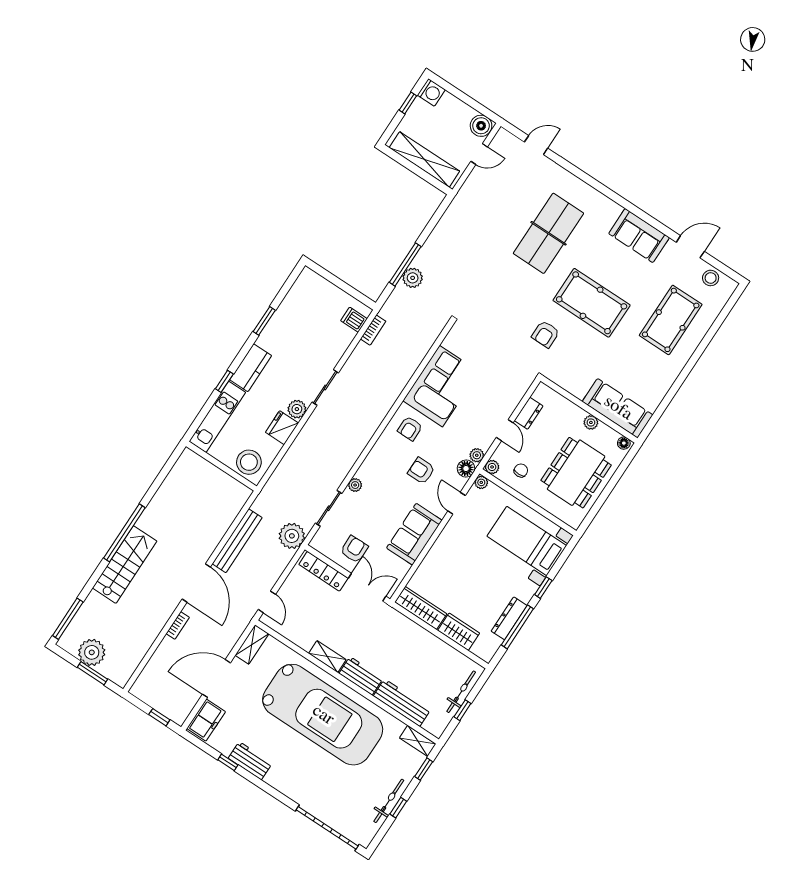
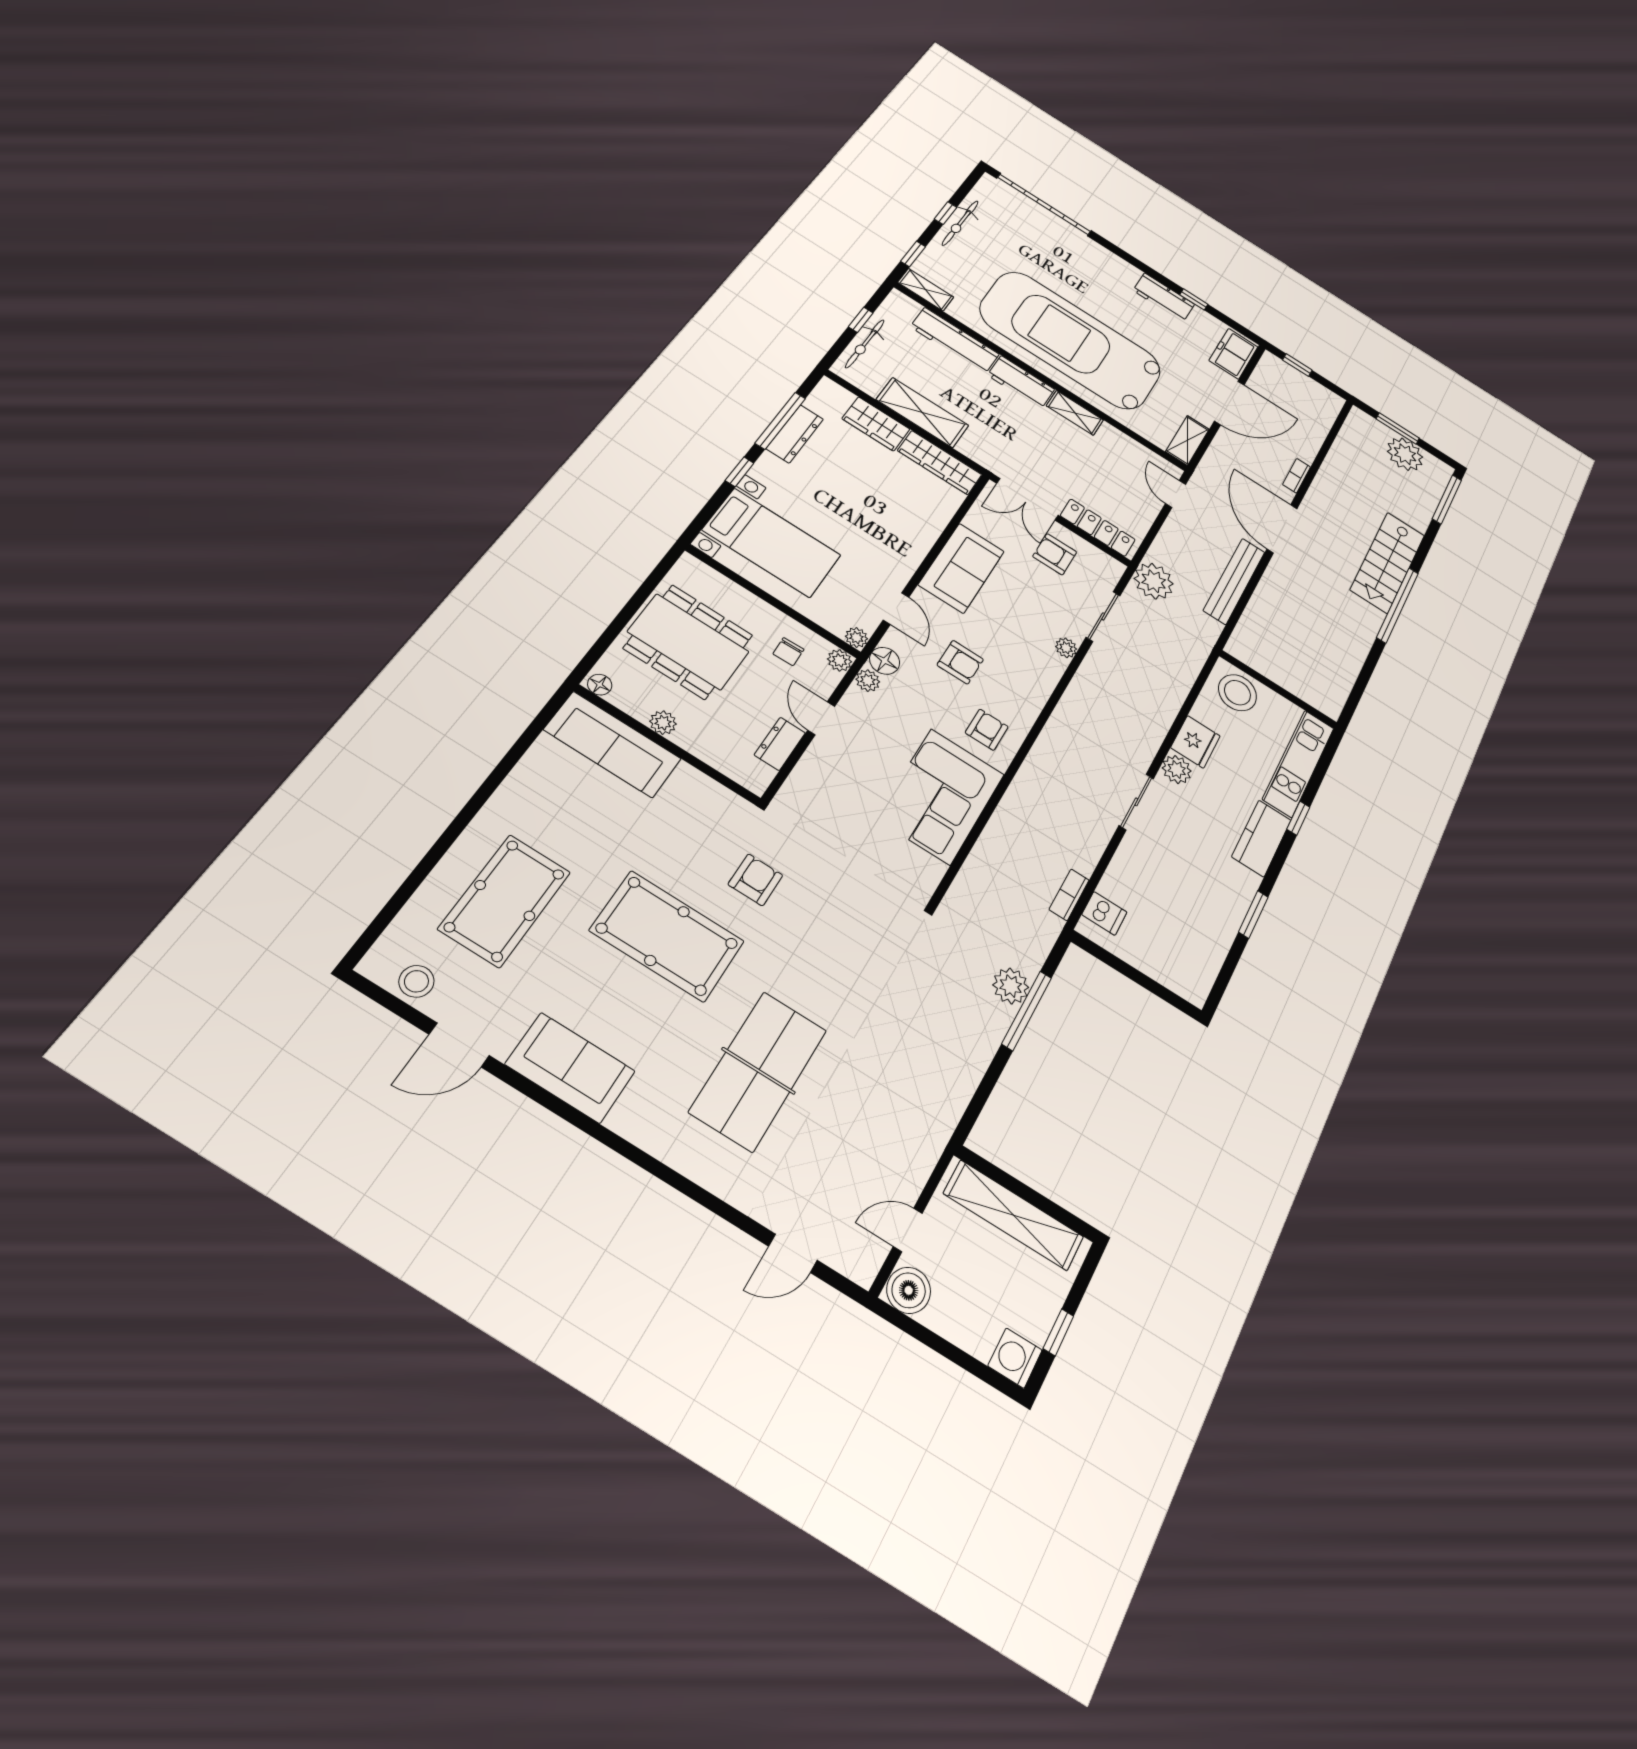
dining table: (576, 473) -> (688, 642), turned 90
armchair: (354, 549) -> (1055, 554), turned 91
shelving: (428, 644) -> (922, 413), added

